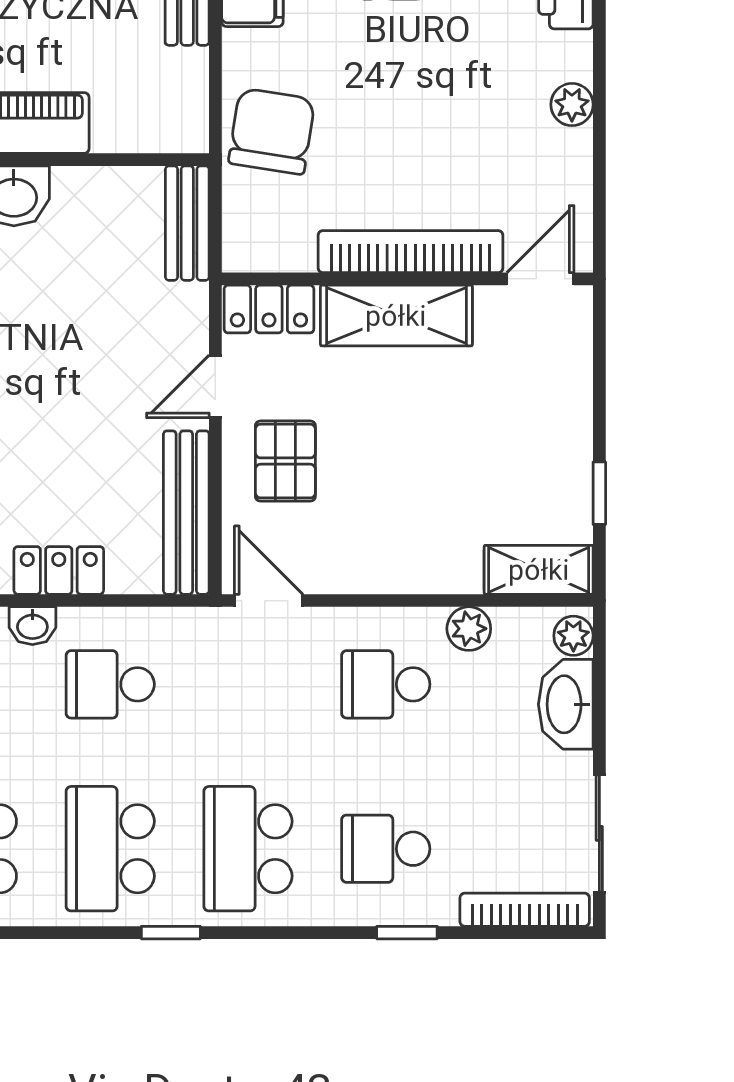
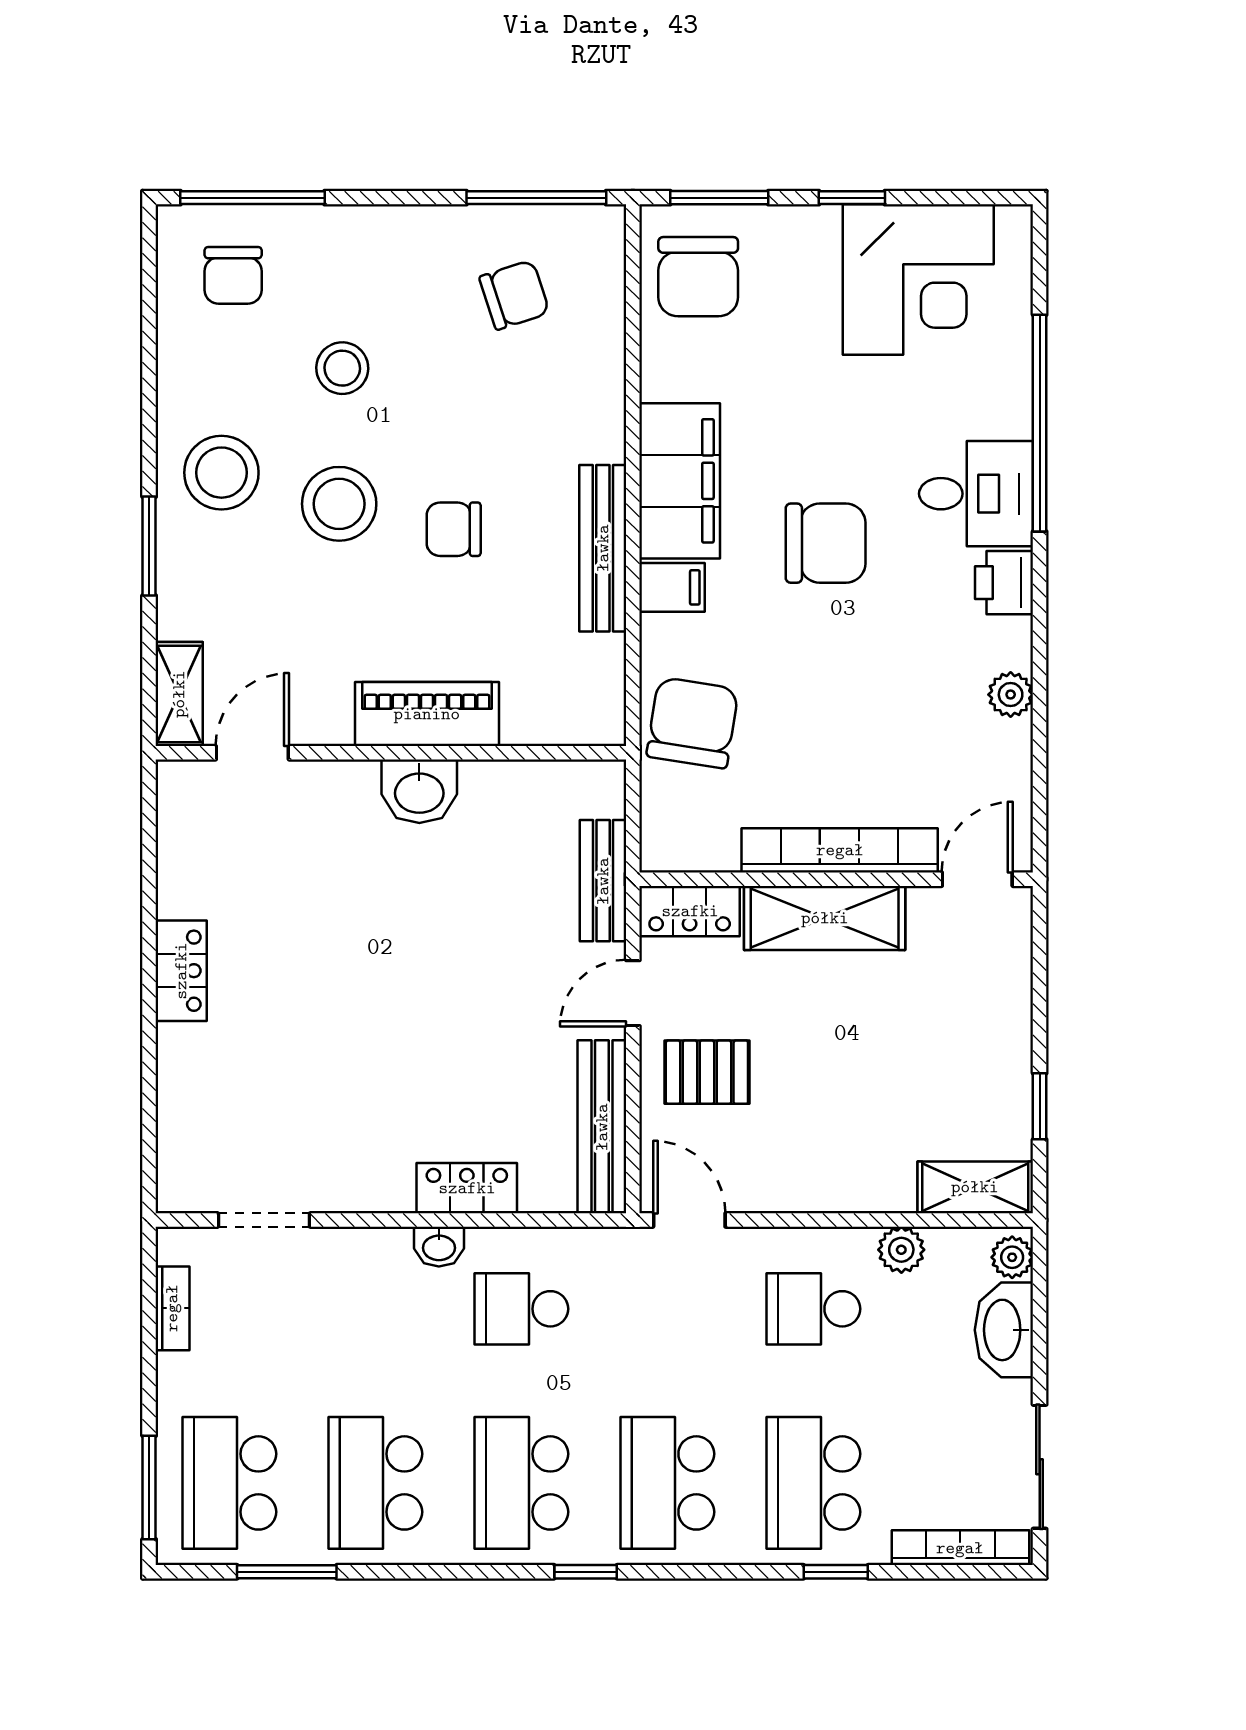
bench: (187, 223) -> (603, 881), moved
pallet: (285, 461) -> (707, 1072), turned 90
school desk: (386, 849) -> (813, 1483), width x1.85

